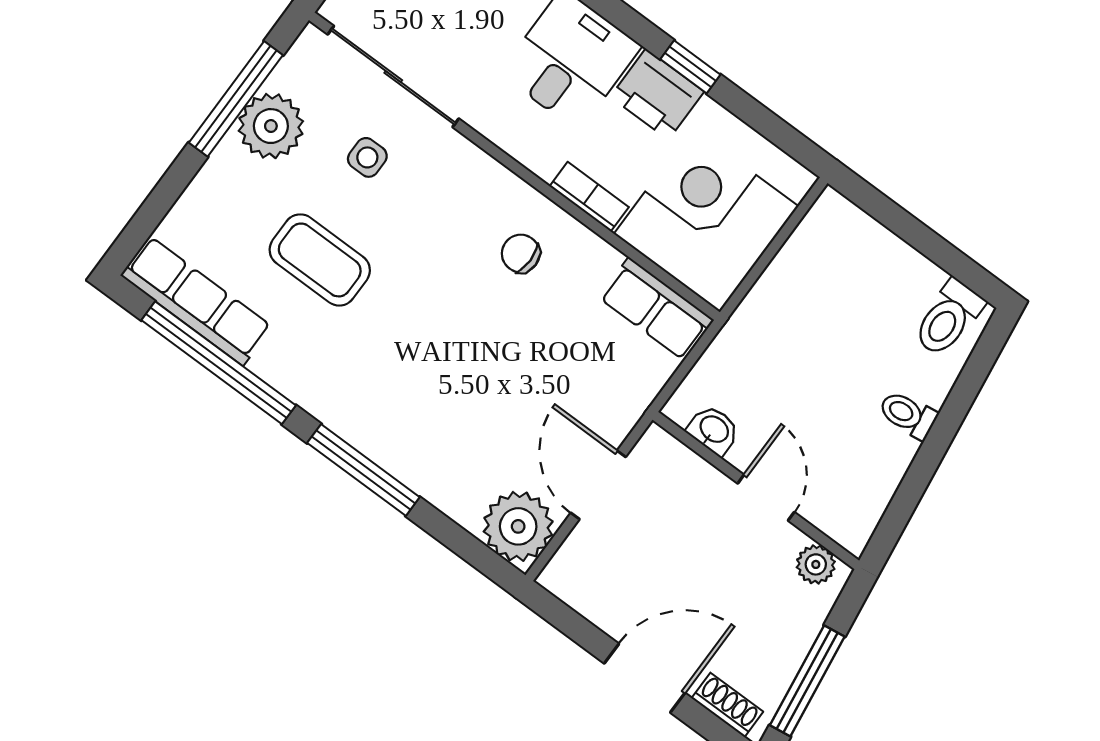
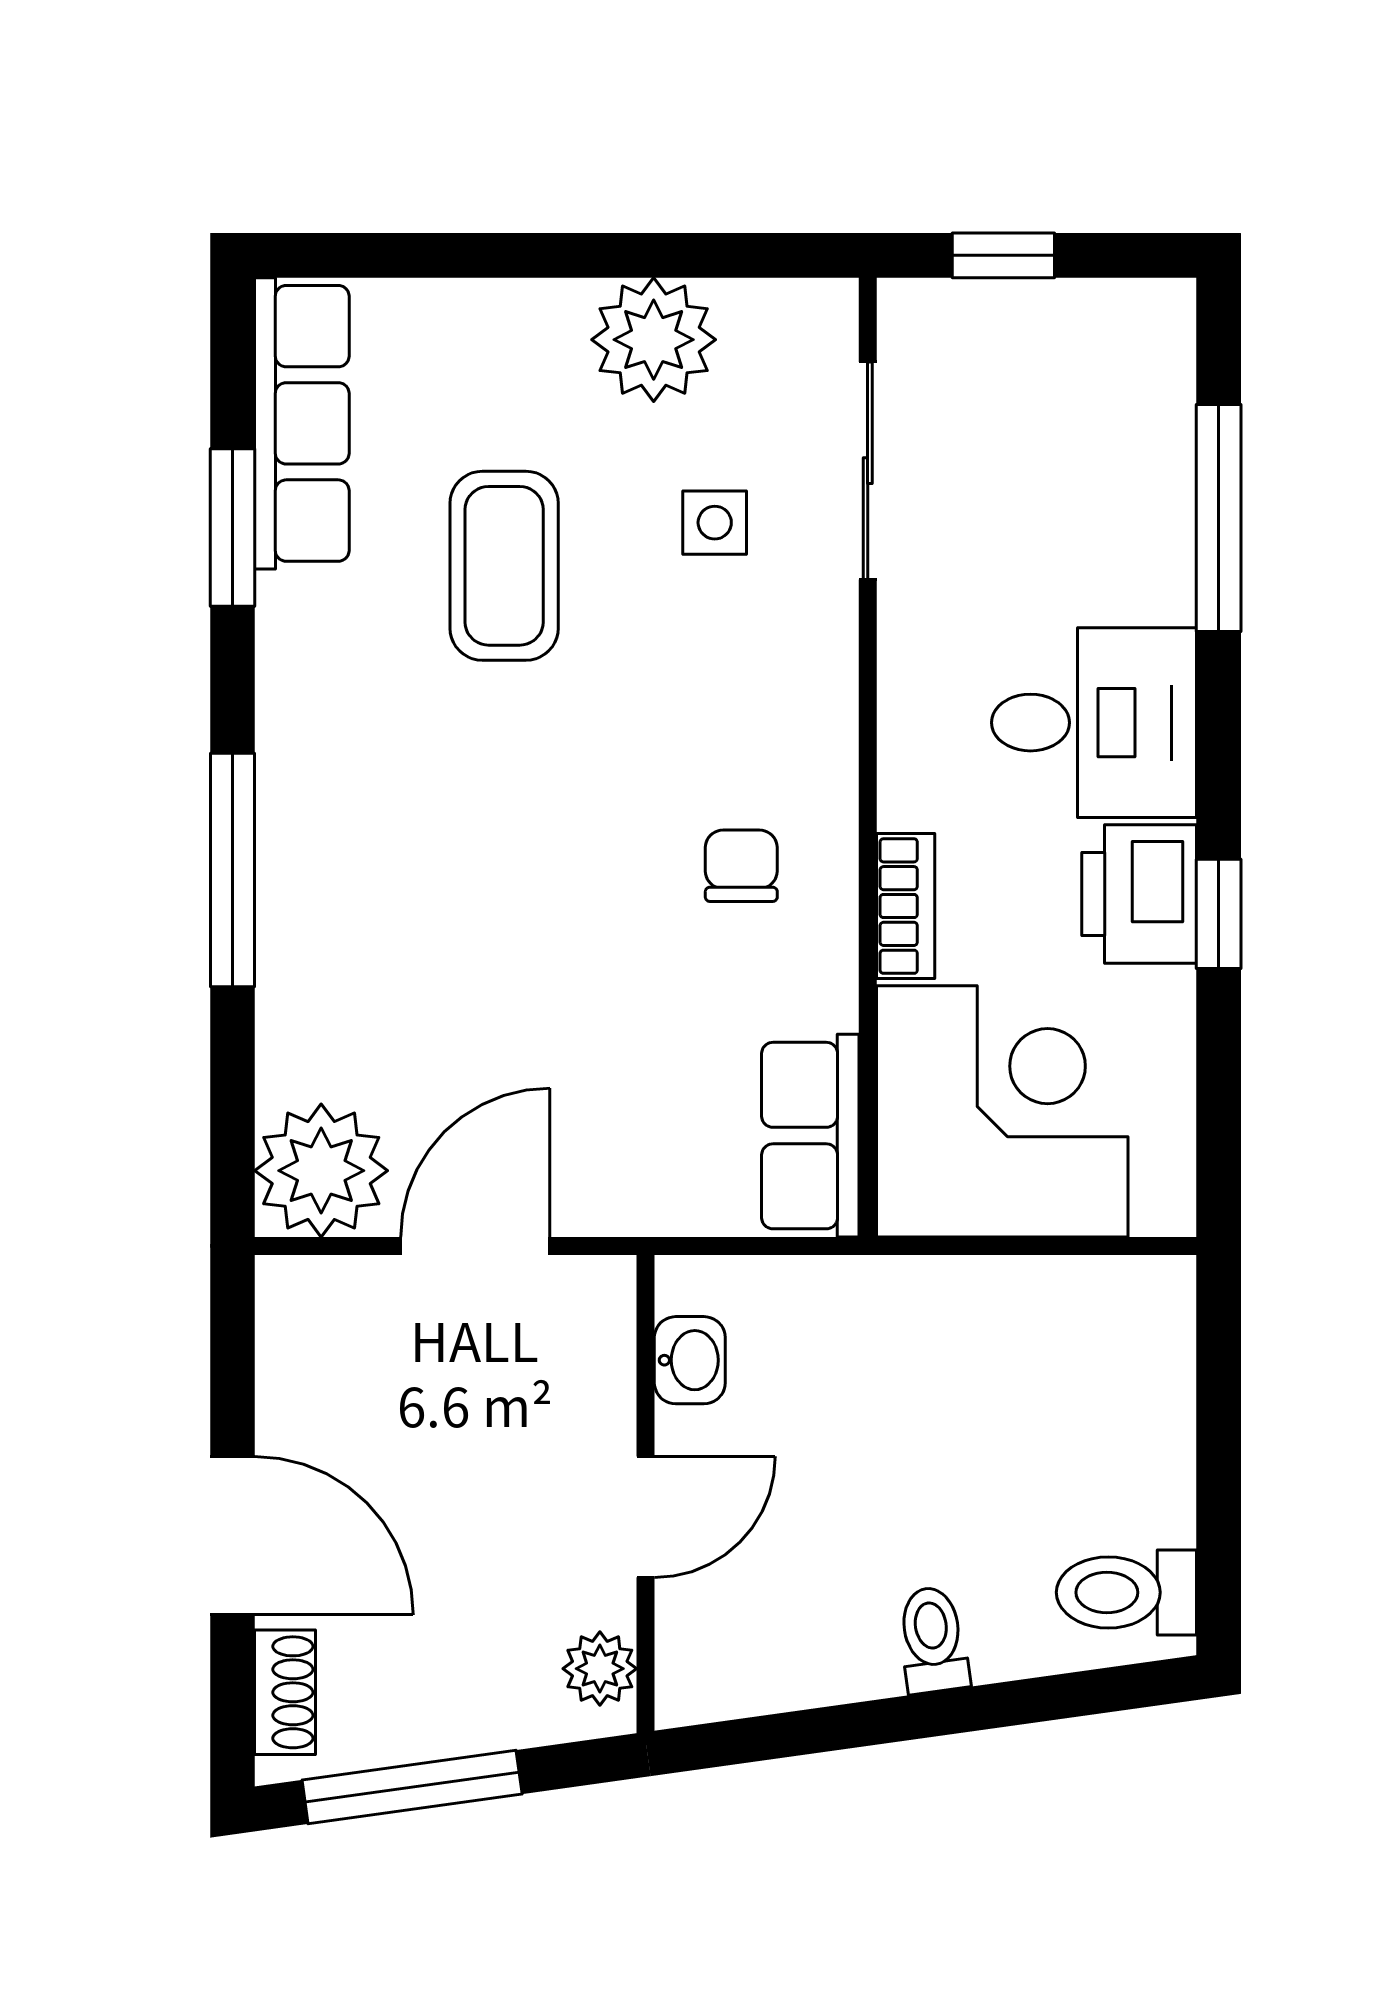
sliding door: (393, 77) -> (868, 471), width x0.73
window: (236, 99) -> (655, 255), removed
window: (219, 363) -> (232, 527), width x0.47

